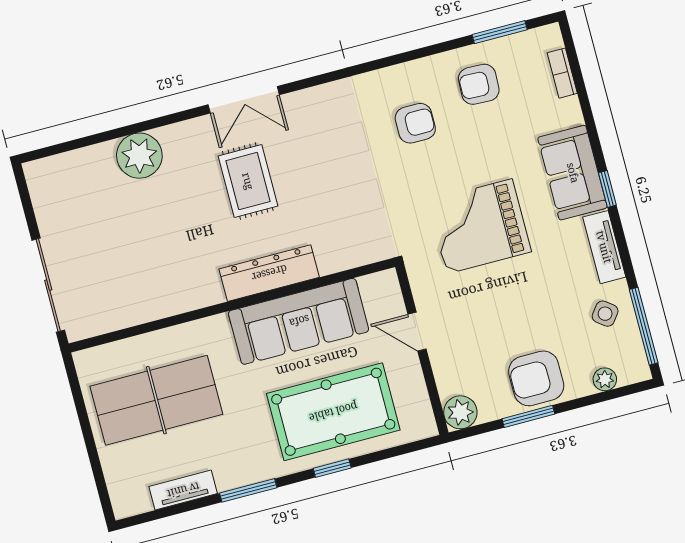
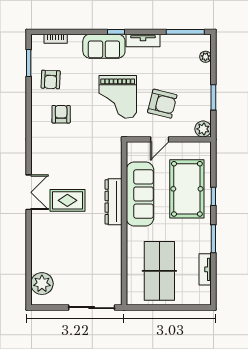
plant: (139, 156) -> (42, 284), moved
side table: (605, 314) -> (175, 48), removed
armchair: (536, 378) -> (162, 104), moved, turned -76

